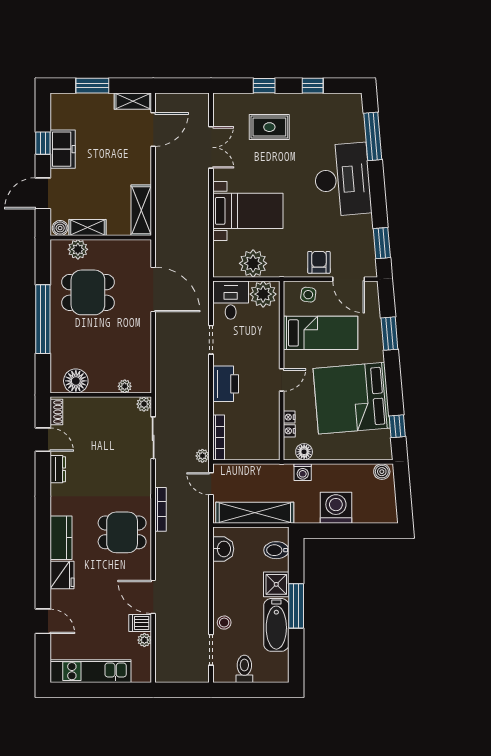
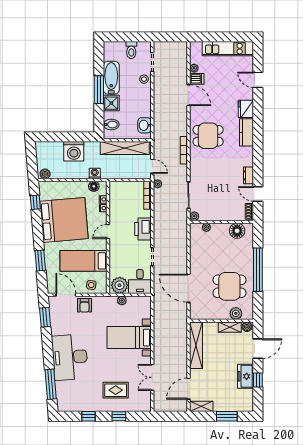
shelving: (141, 210) -> (196, 345), width x1.47
plant: (253, 263) -> (122, 300), width x0.53, depth x0.53

